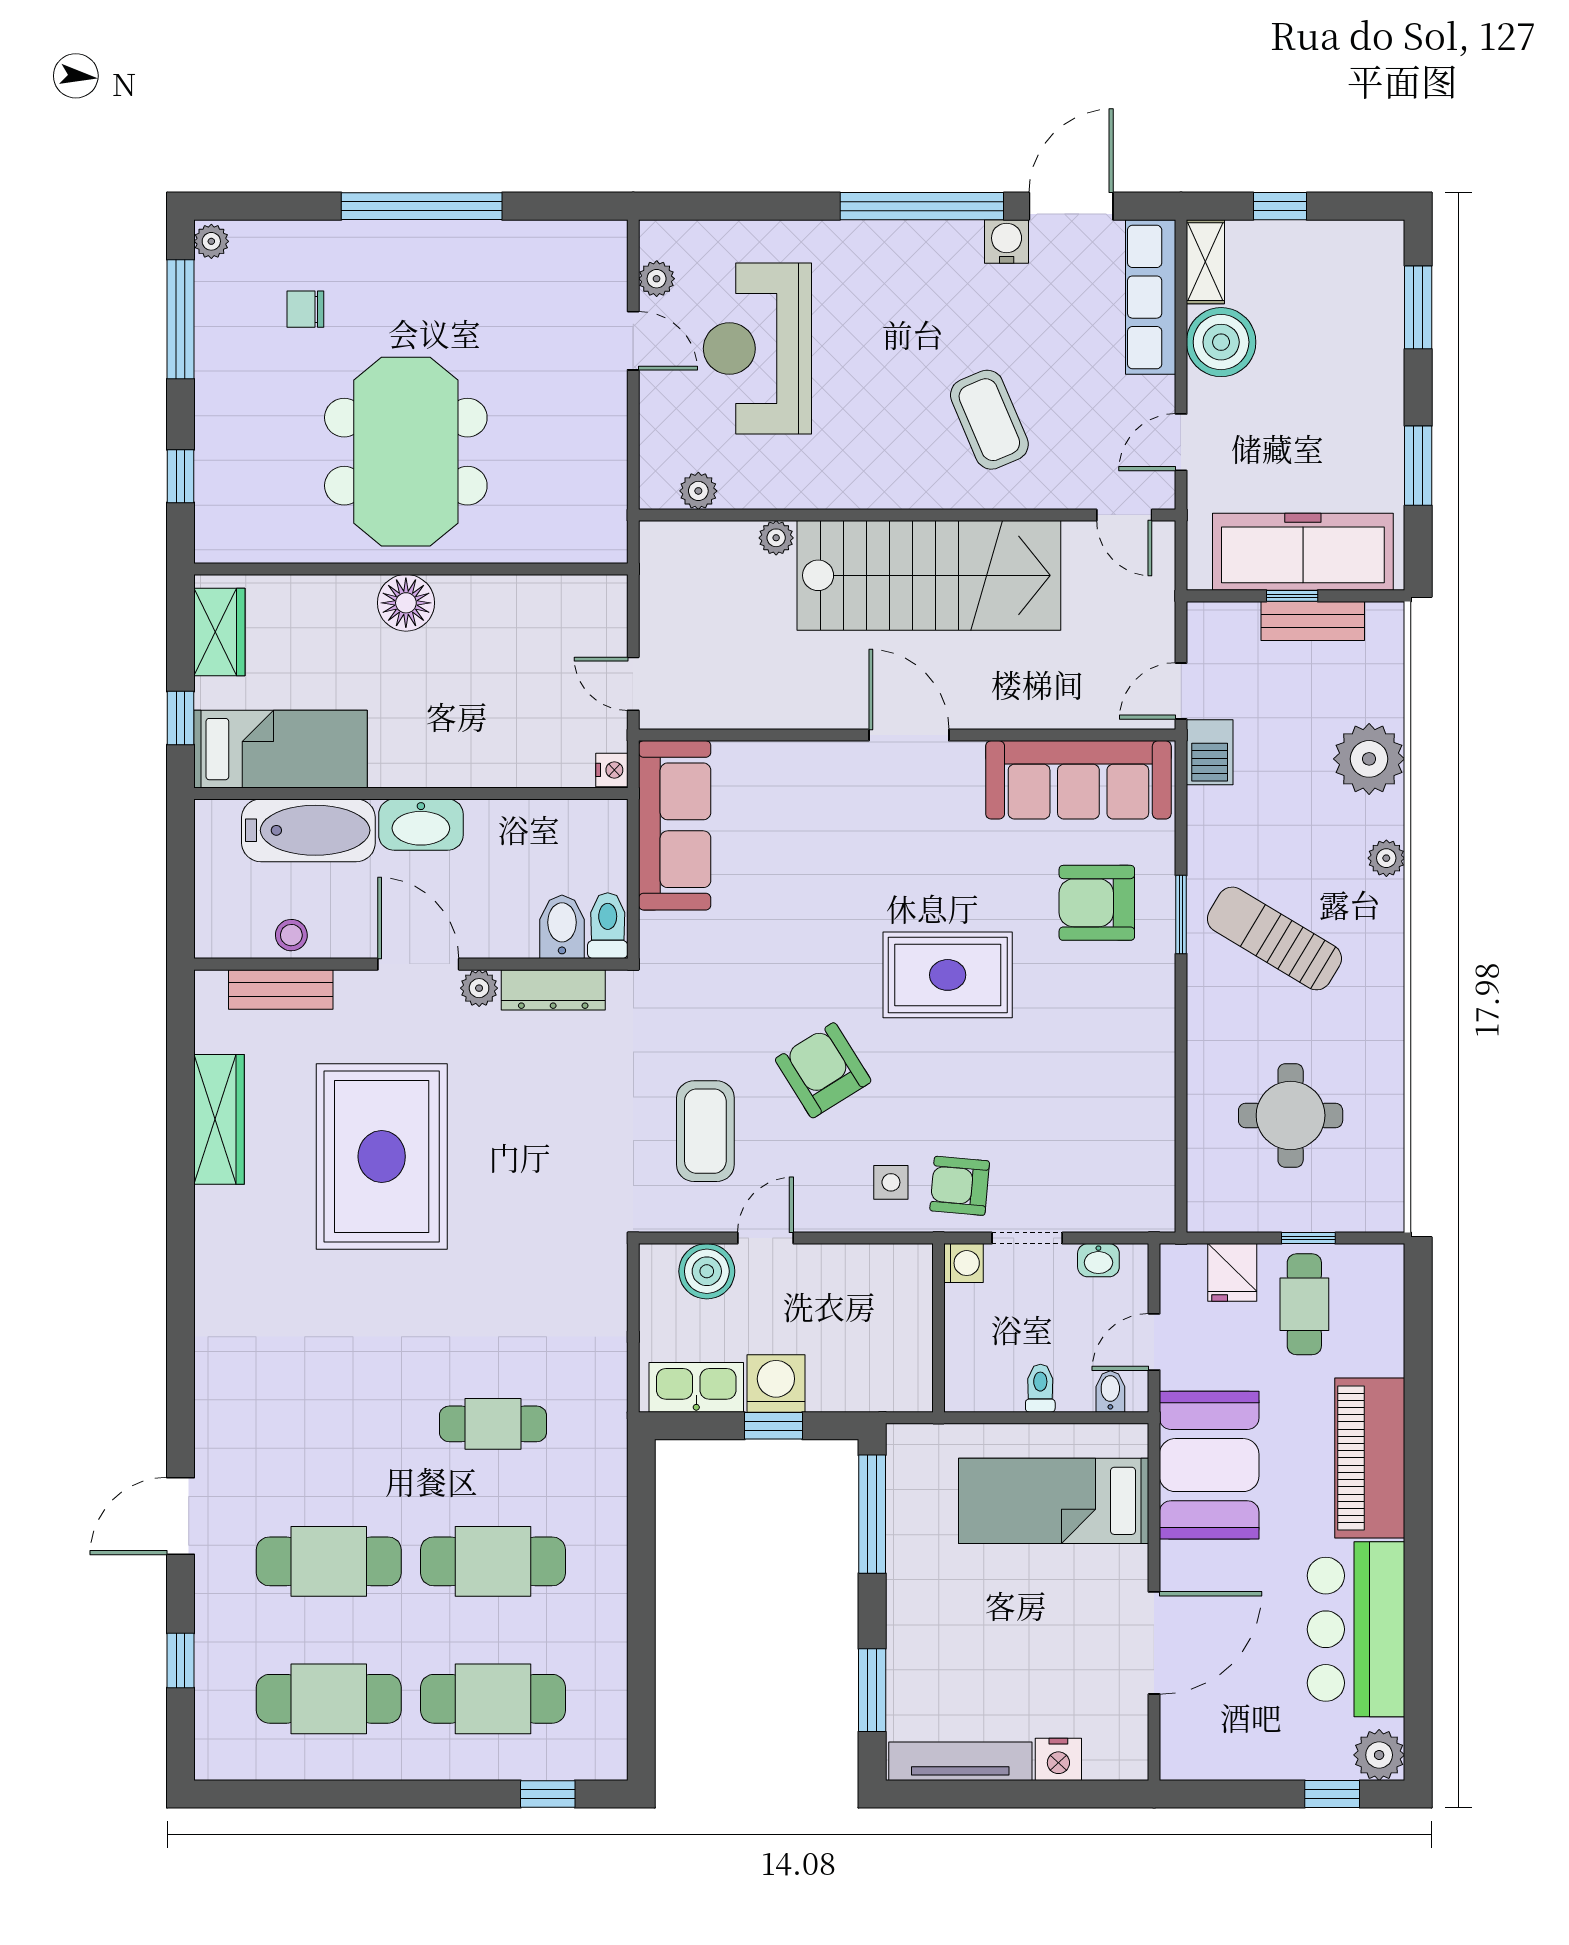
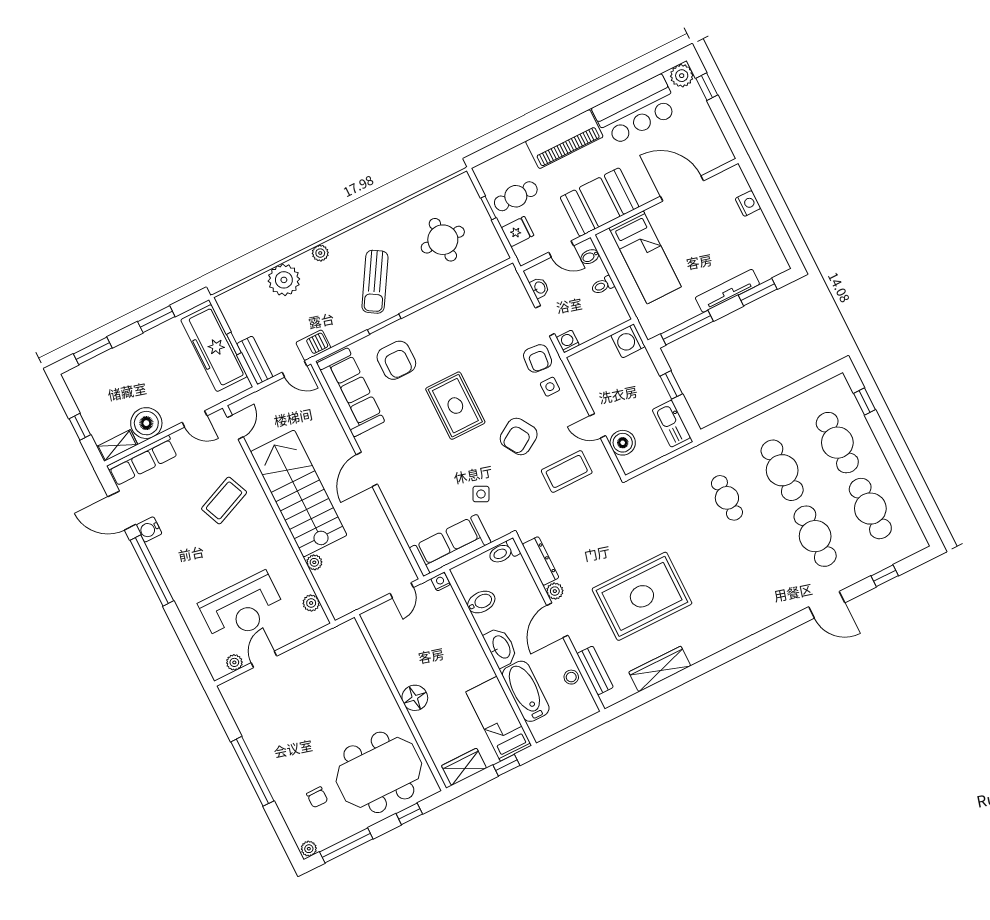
meeting table: (406, 452) -> (379, 772), moved
bench: (1313, 621) -> (255, 360), moved
bidet: (562, 927) -> (481, 602), moved, turned 180
side table: (746, 938) -> (481, 494), added
washing machine: (776, 1383) -> (628, 341), moved
tv unit: (960, 1761) -> (727, 291), moved, turned 90

